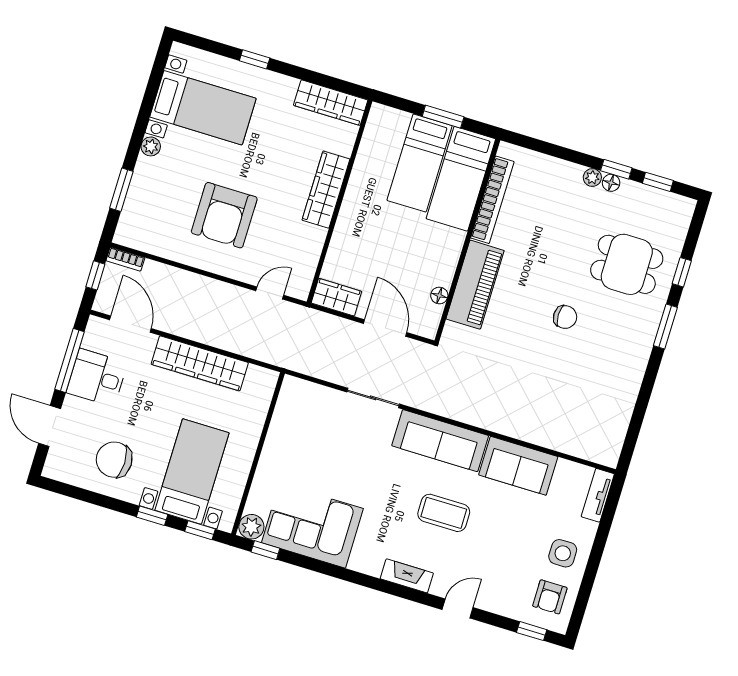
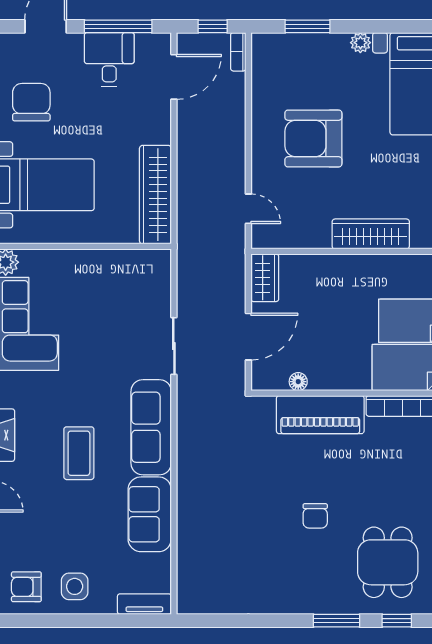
wardrobe: (200, 363) -> (155, 195), moved

